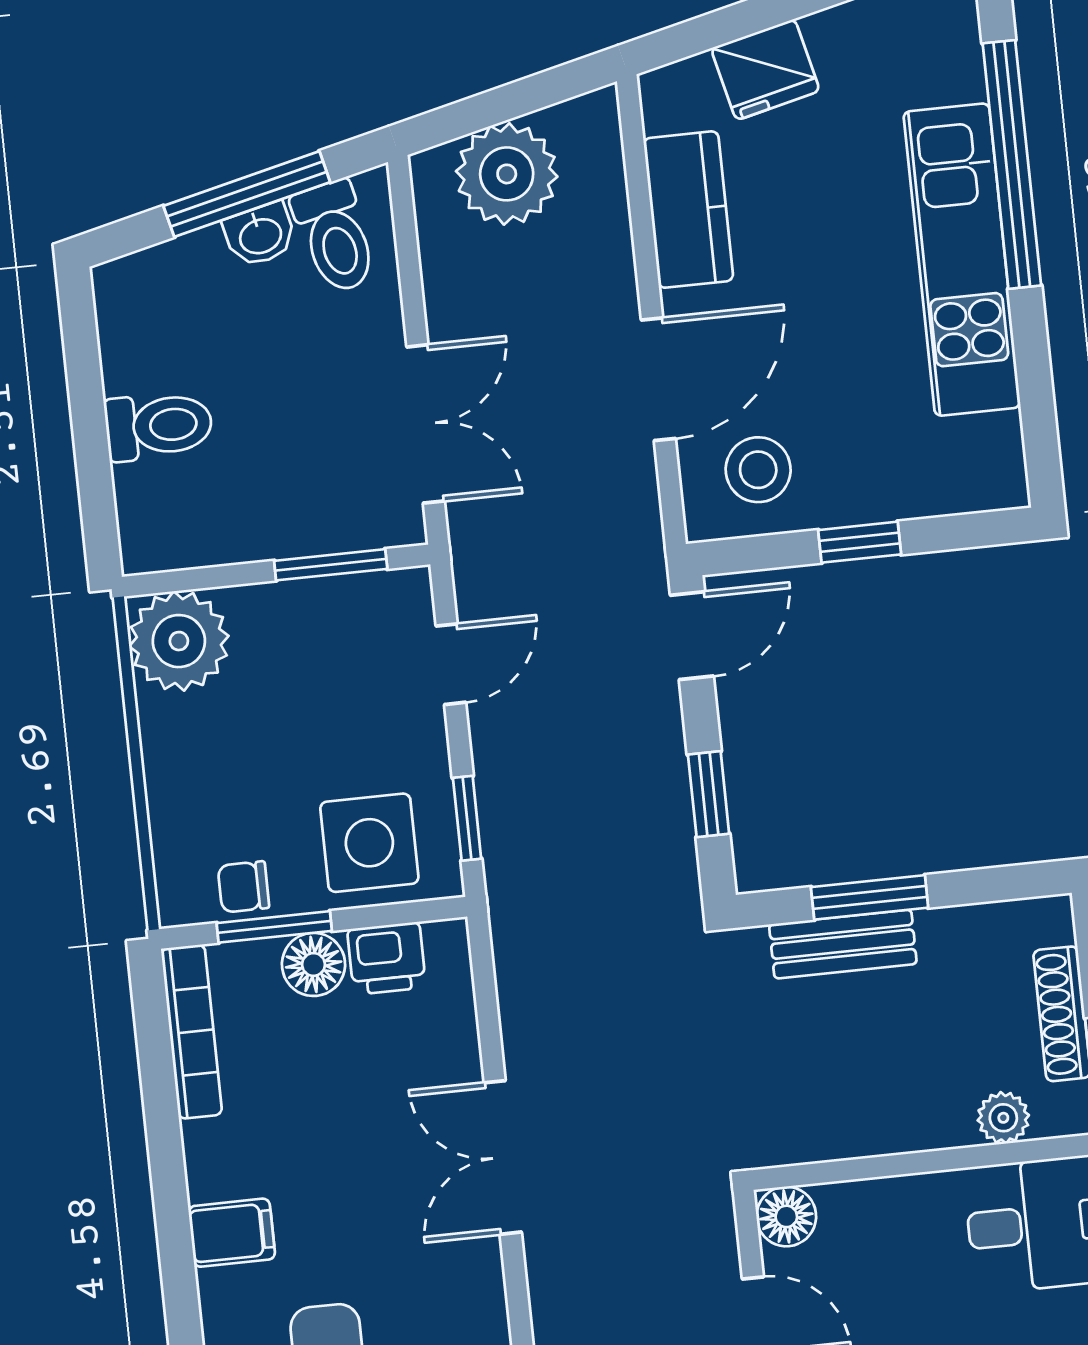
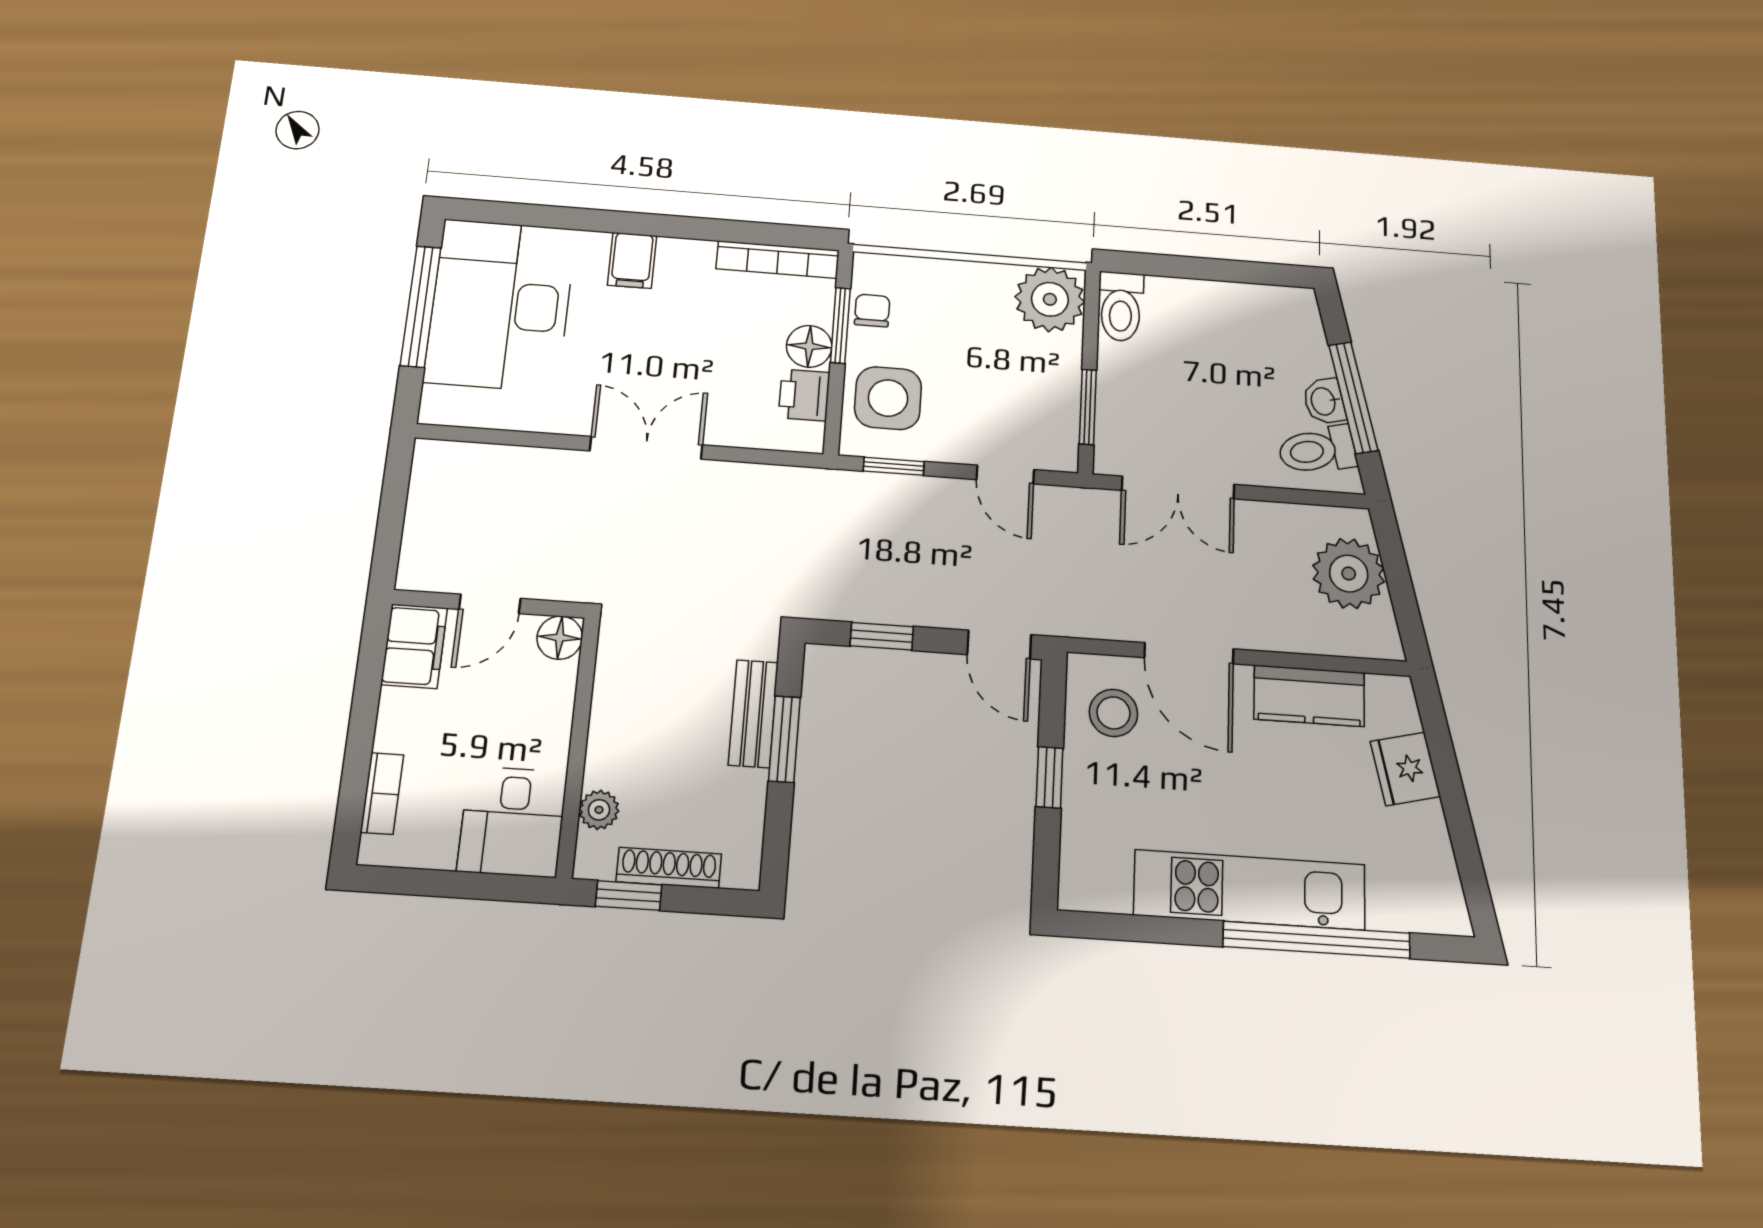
toilet: (159, 426) -> (1121, 306), moved

